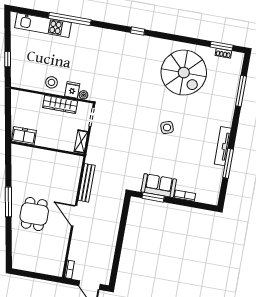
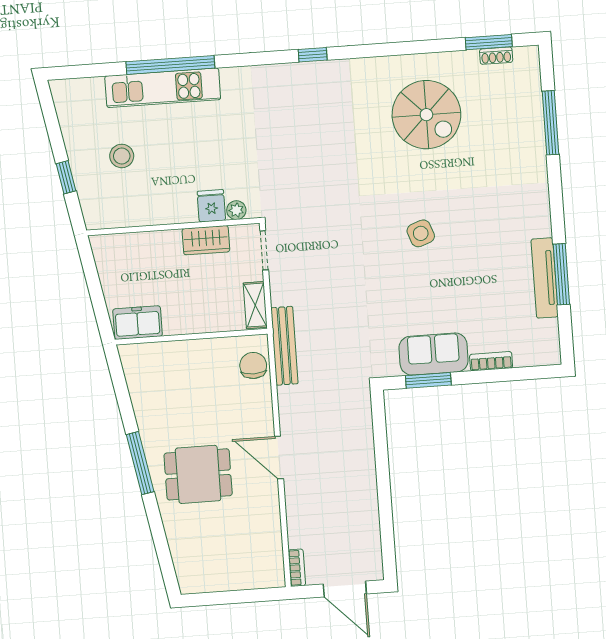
kitchen unit: (43, 25) -> (163, 88), moved
spiral stairs: (184, 73) -> (426, 115), width x0.73, depth x0.73
stool: (51, 82) -> (122, 156), moved
wardrobe: (60, 104) -> (206, 240), width x0.67
tv unit: (223, 146) -> (545, 278), moved
chair: (73, 170) -> (253, 365), added
bench: (87, 183) -> (284, 346), moved
dining table: (34, 214) -> (198, 474), turned 90

